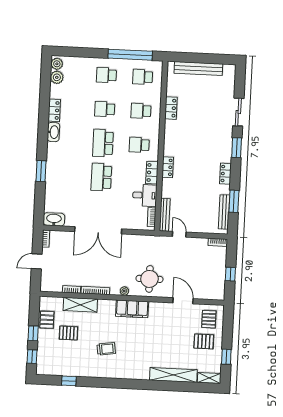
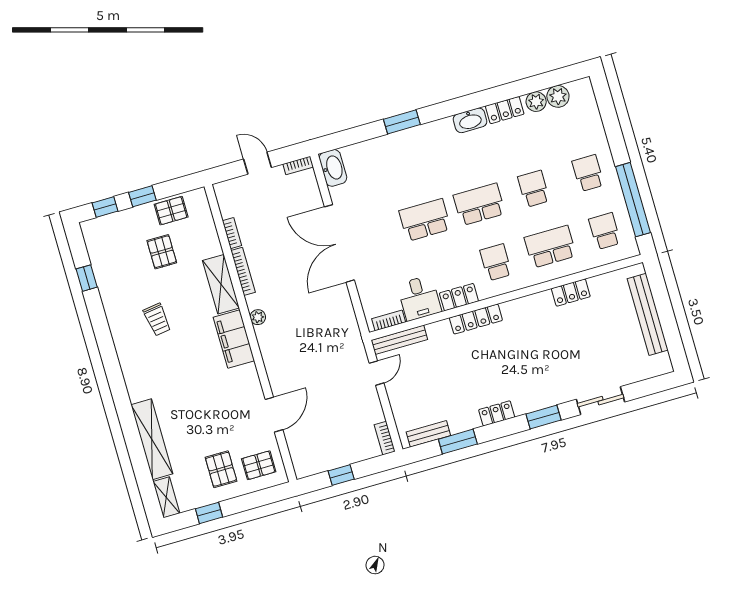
plant: (57, 64) -> (536, 102), moved
school desk: (141, 111) -> (550, 247), width x1.85
locker: (168, 167) -> (476, 319), width x1.53
bench: (224, 212) -> (428, 434), width x0.73
round table: (149, 279) -> (290, 350), removed
shelving: (80, 305) -> (221, 284), moved

